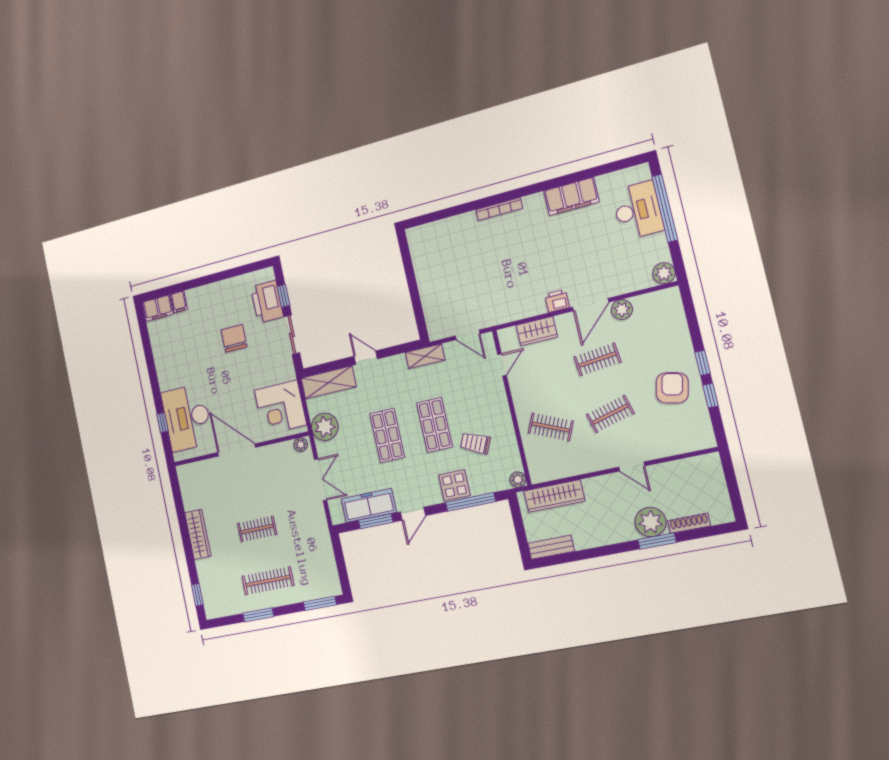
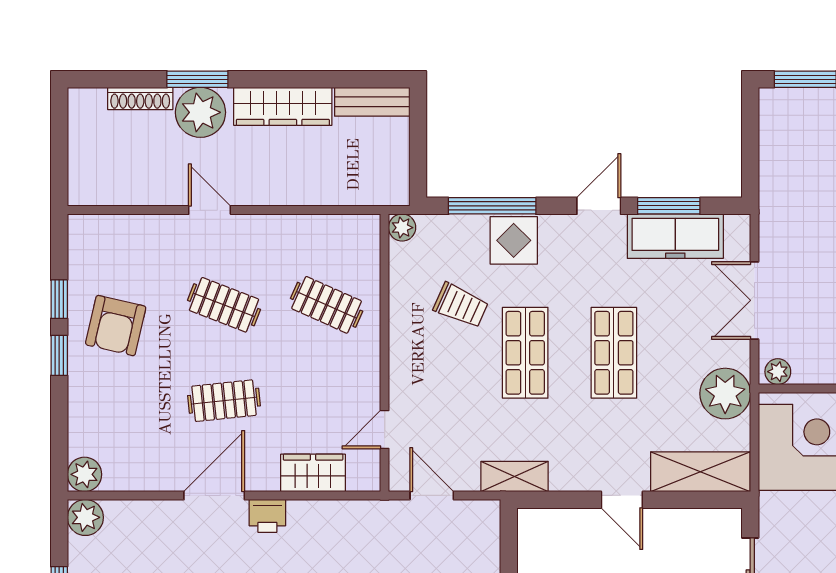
plant: (622, 310) -> (85, 474), moved
clothes rail: (610, 414) -> (224, 305), turned 36
wardrobe: (554, 496) -> (283, 106), moved, turned 180

